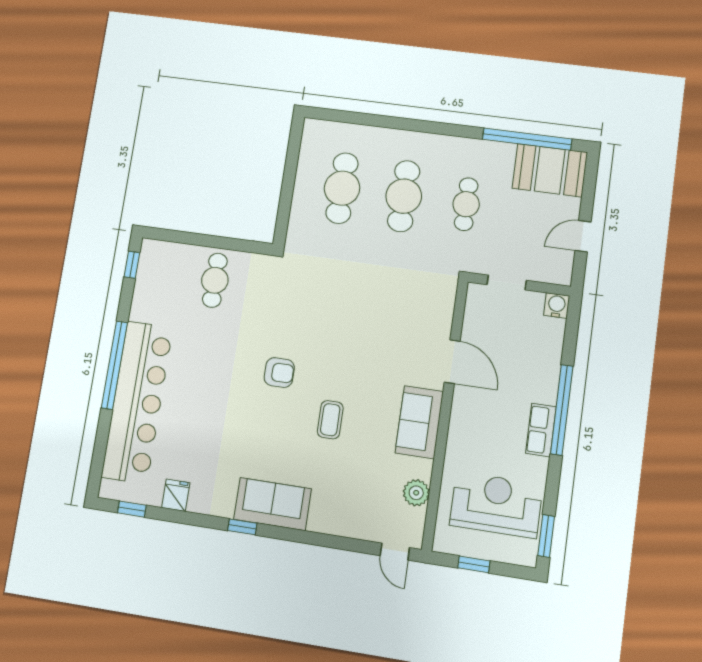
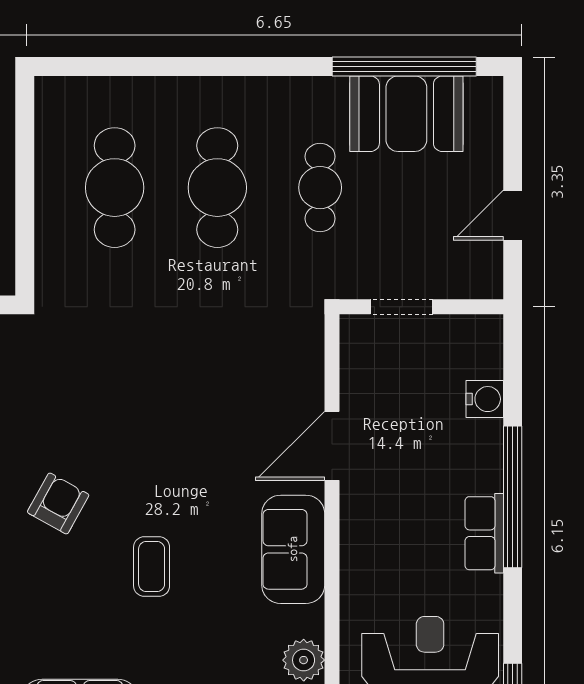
booth: (550, 170) -> (406, 114), moved
water cooler: (557, 305) -> (485, 399), moved, turned 90
door: (452, 362) -> (332, 446), swing flipped
armchair: (279, 373) -> (58, 503), turned -61

